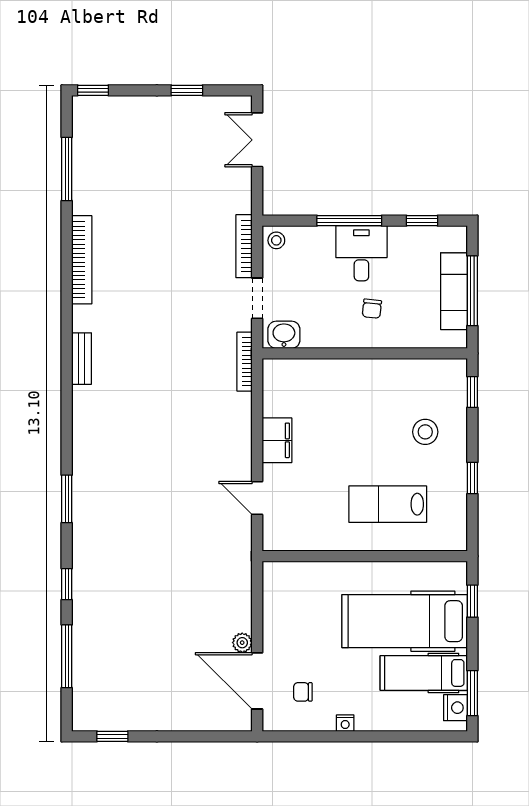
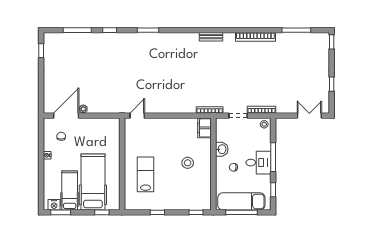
exam couch: (454, 291) -> (241, 201), width x1.36, depth x1.45
washbasin: (284, 335) -> (222, 149), moved
stool: (425, 432) -> (188, 163), moved
filing cabinet: (277, 440) -> (204, 128), moved, turned 90
door: (257, 498) -> (137, 116), moved

